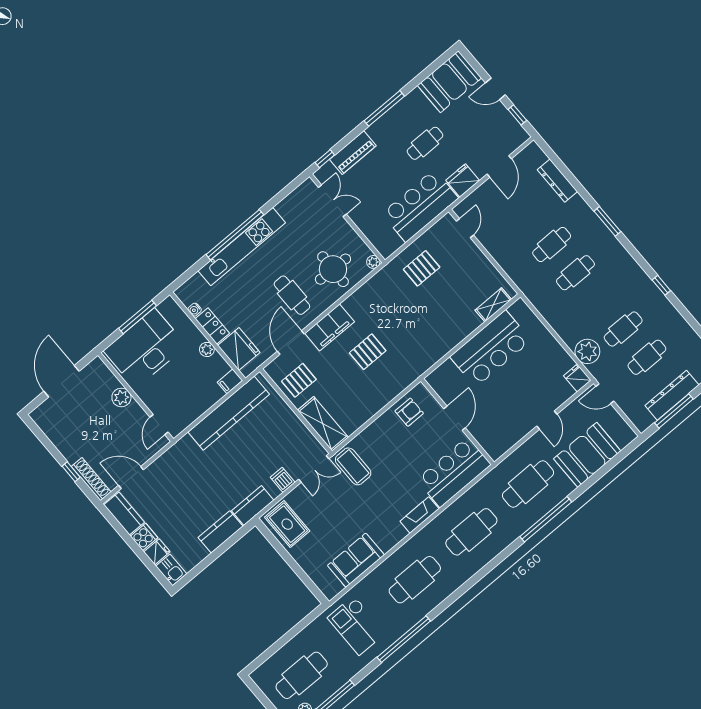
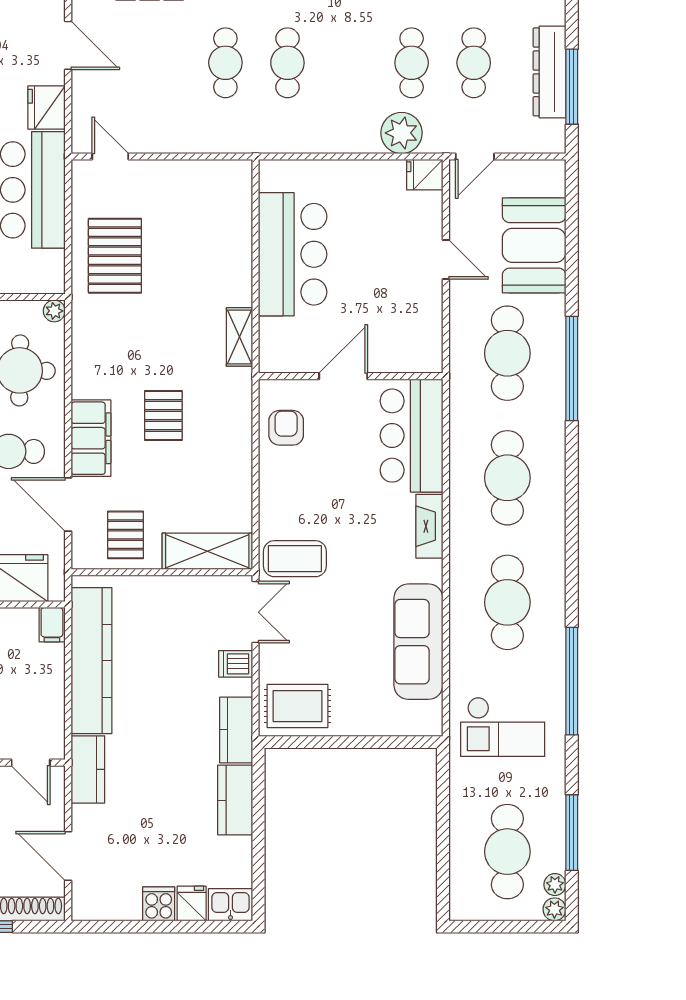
pallet: (422, 268) -> (115, 256), width x1.50, depth x1.42
shelving: (493, 305) -> (239, 337), moved
door: (455, 418) -> (343, 376), hinge flipped
door: (131, 477) -> (68, 856), hinge flipped
kitchen counter: (124, 513) -> (88, 769), moved, turned 90
sofa: (356, 560) -> (418, 642), width x1.36

